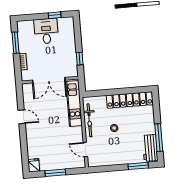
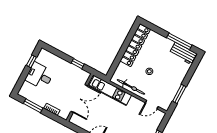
window: (138, 166) -> (179, 94), moved

